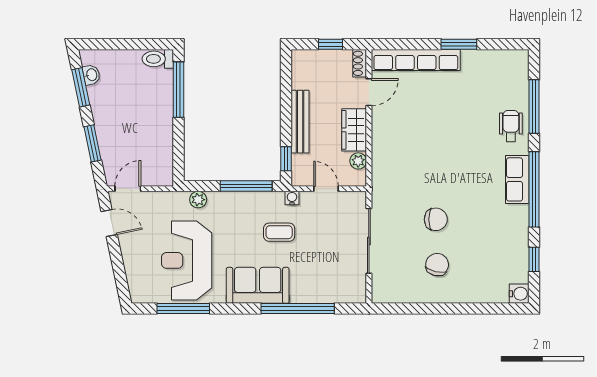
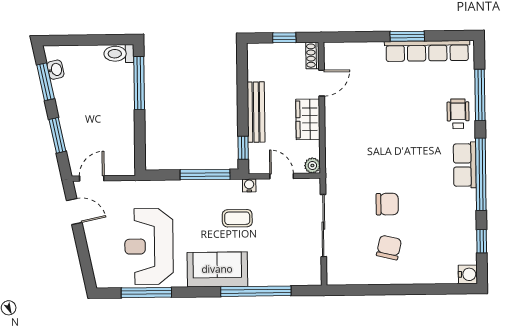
row of seats: (416, 60) -> (427, 51), moved
plant: (358, 161) -> (312, 165), moved
plant: (198, 200) -> (159, 188), removed

